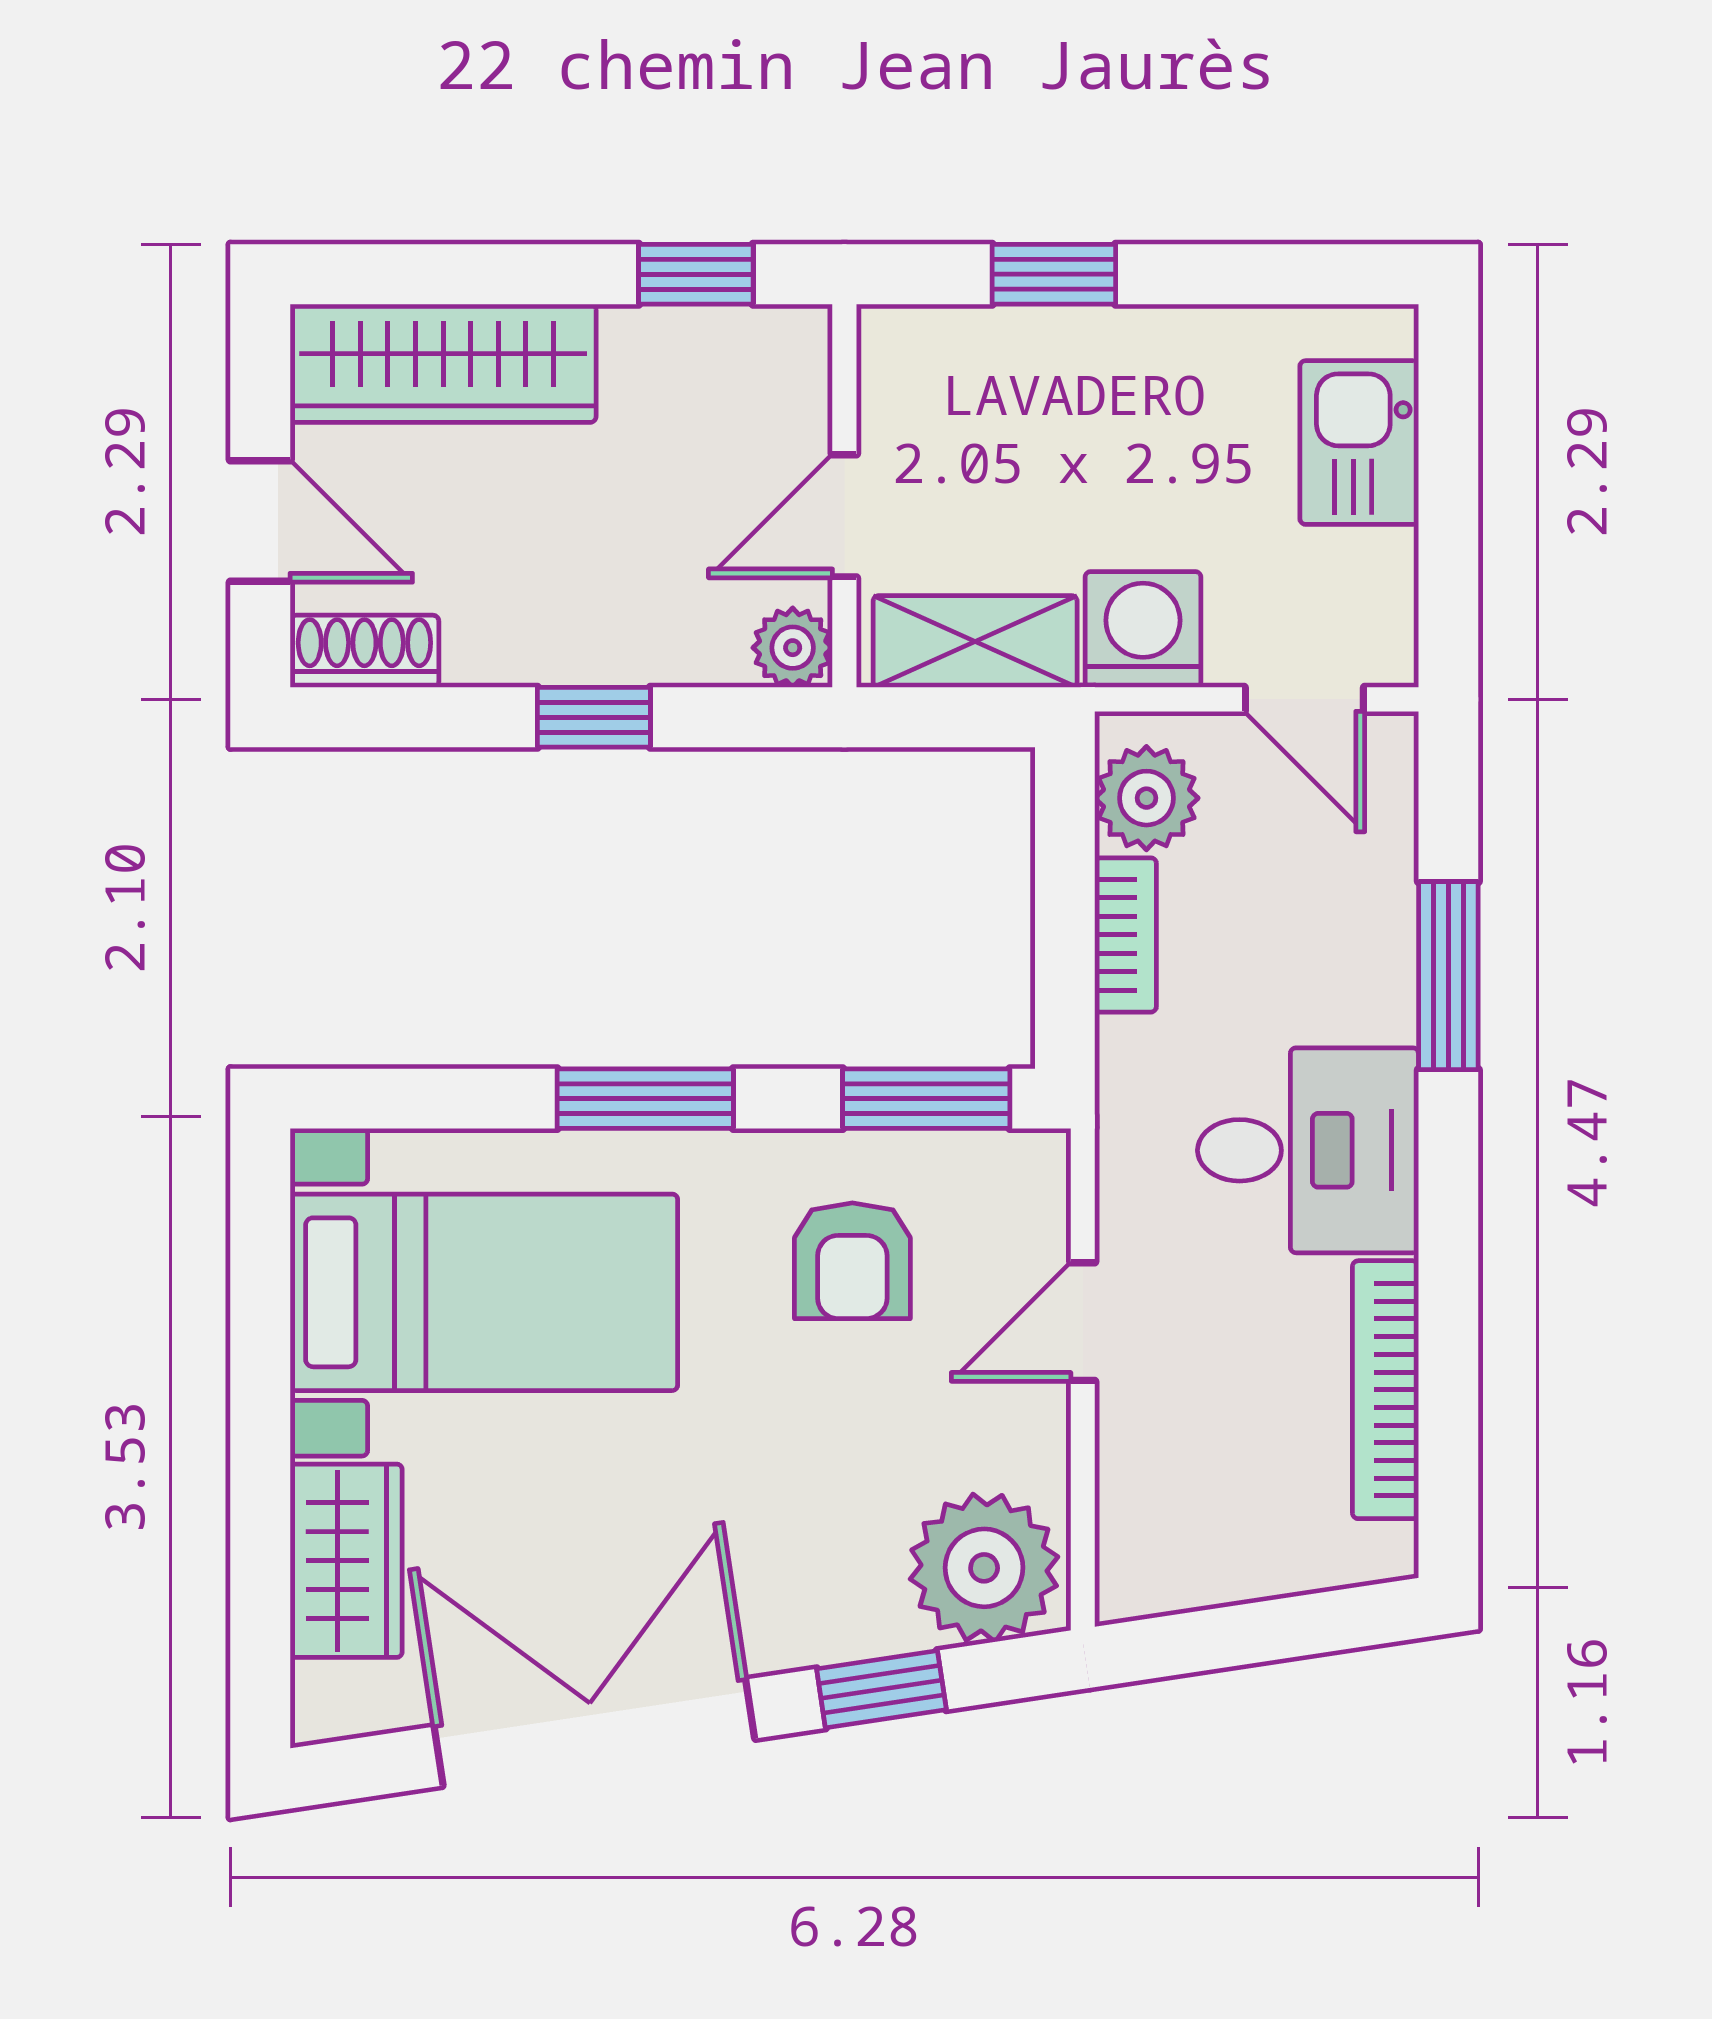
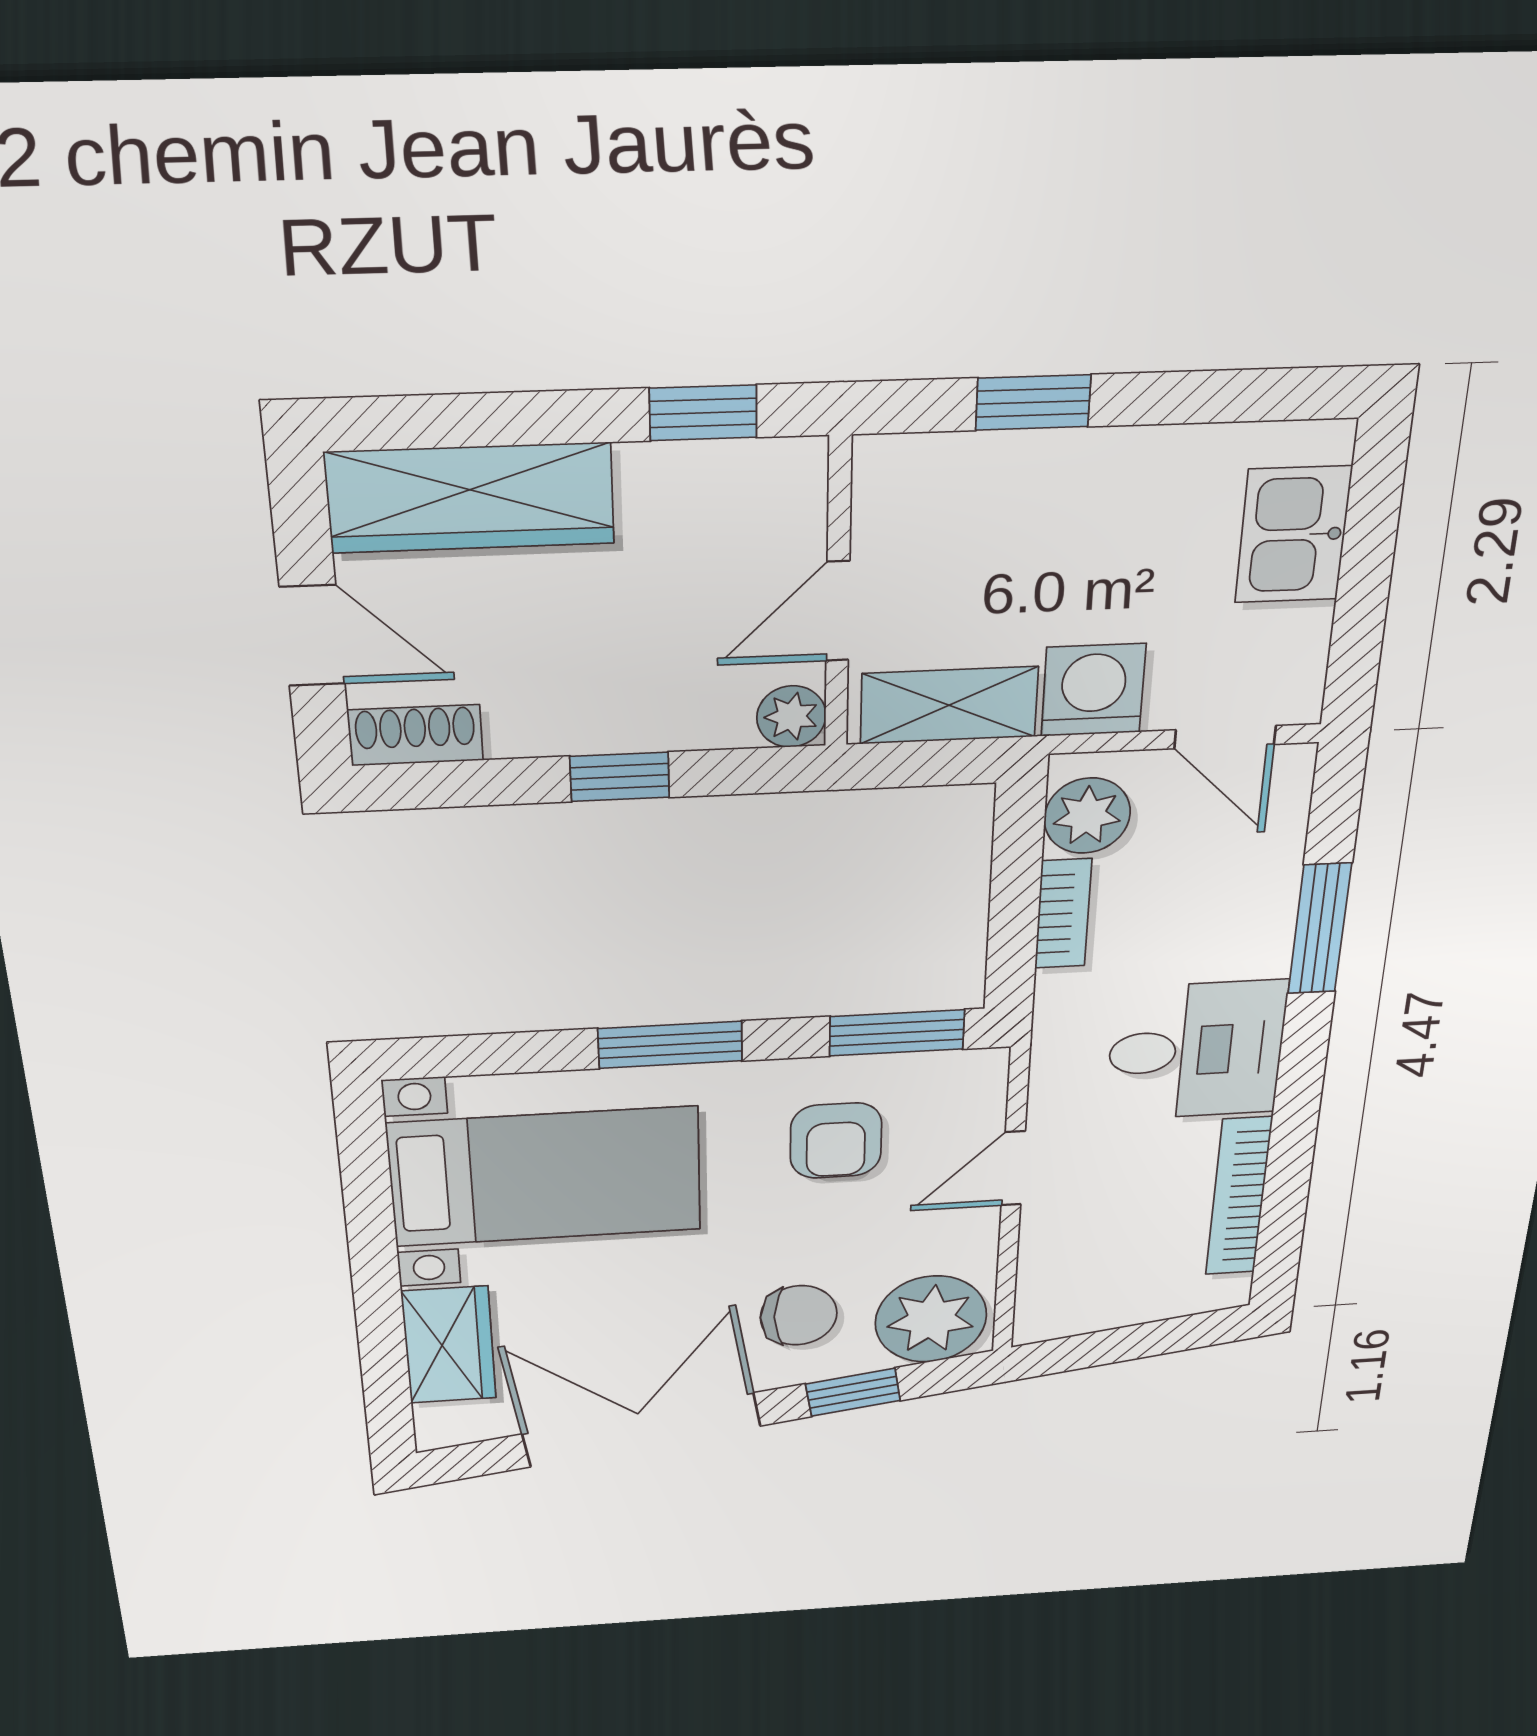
chair: (807, 1547) -> (799, 1315), added

